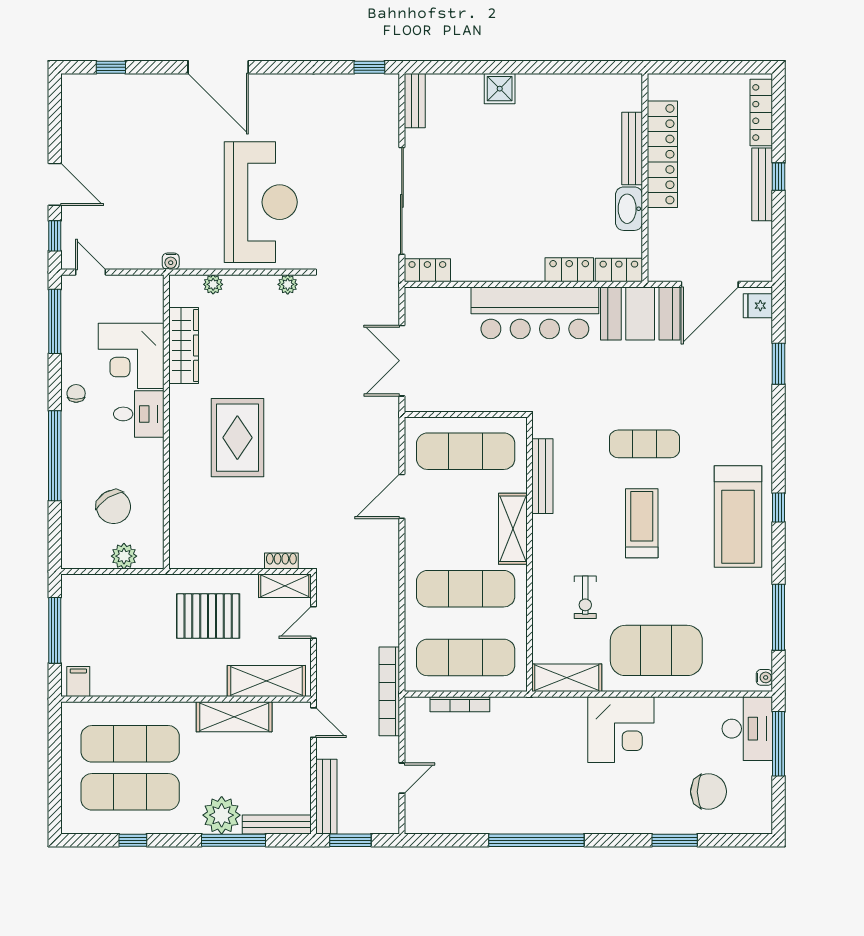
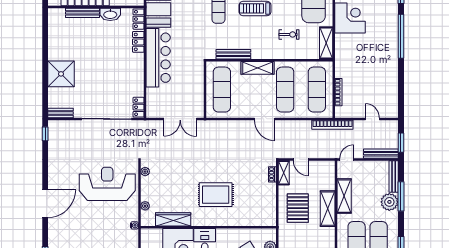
shower: (500, 89) -> (61, 74), width x1.86, depth x1.86
door: (402, 496) -> (265, 119), moved
shelving: (266, 681) -> (328, 209), moved
window: (536, 840) -> (401, 36), moved

